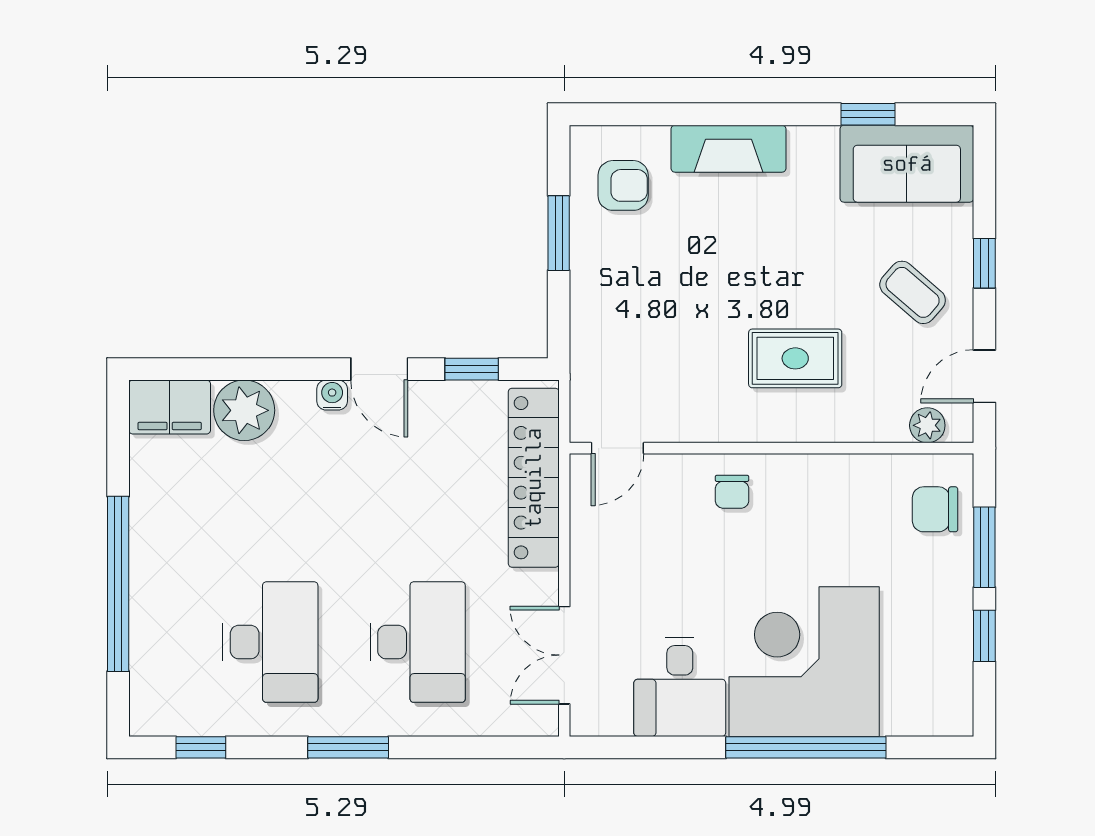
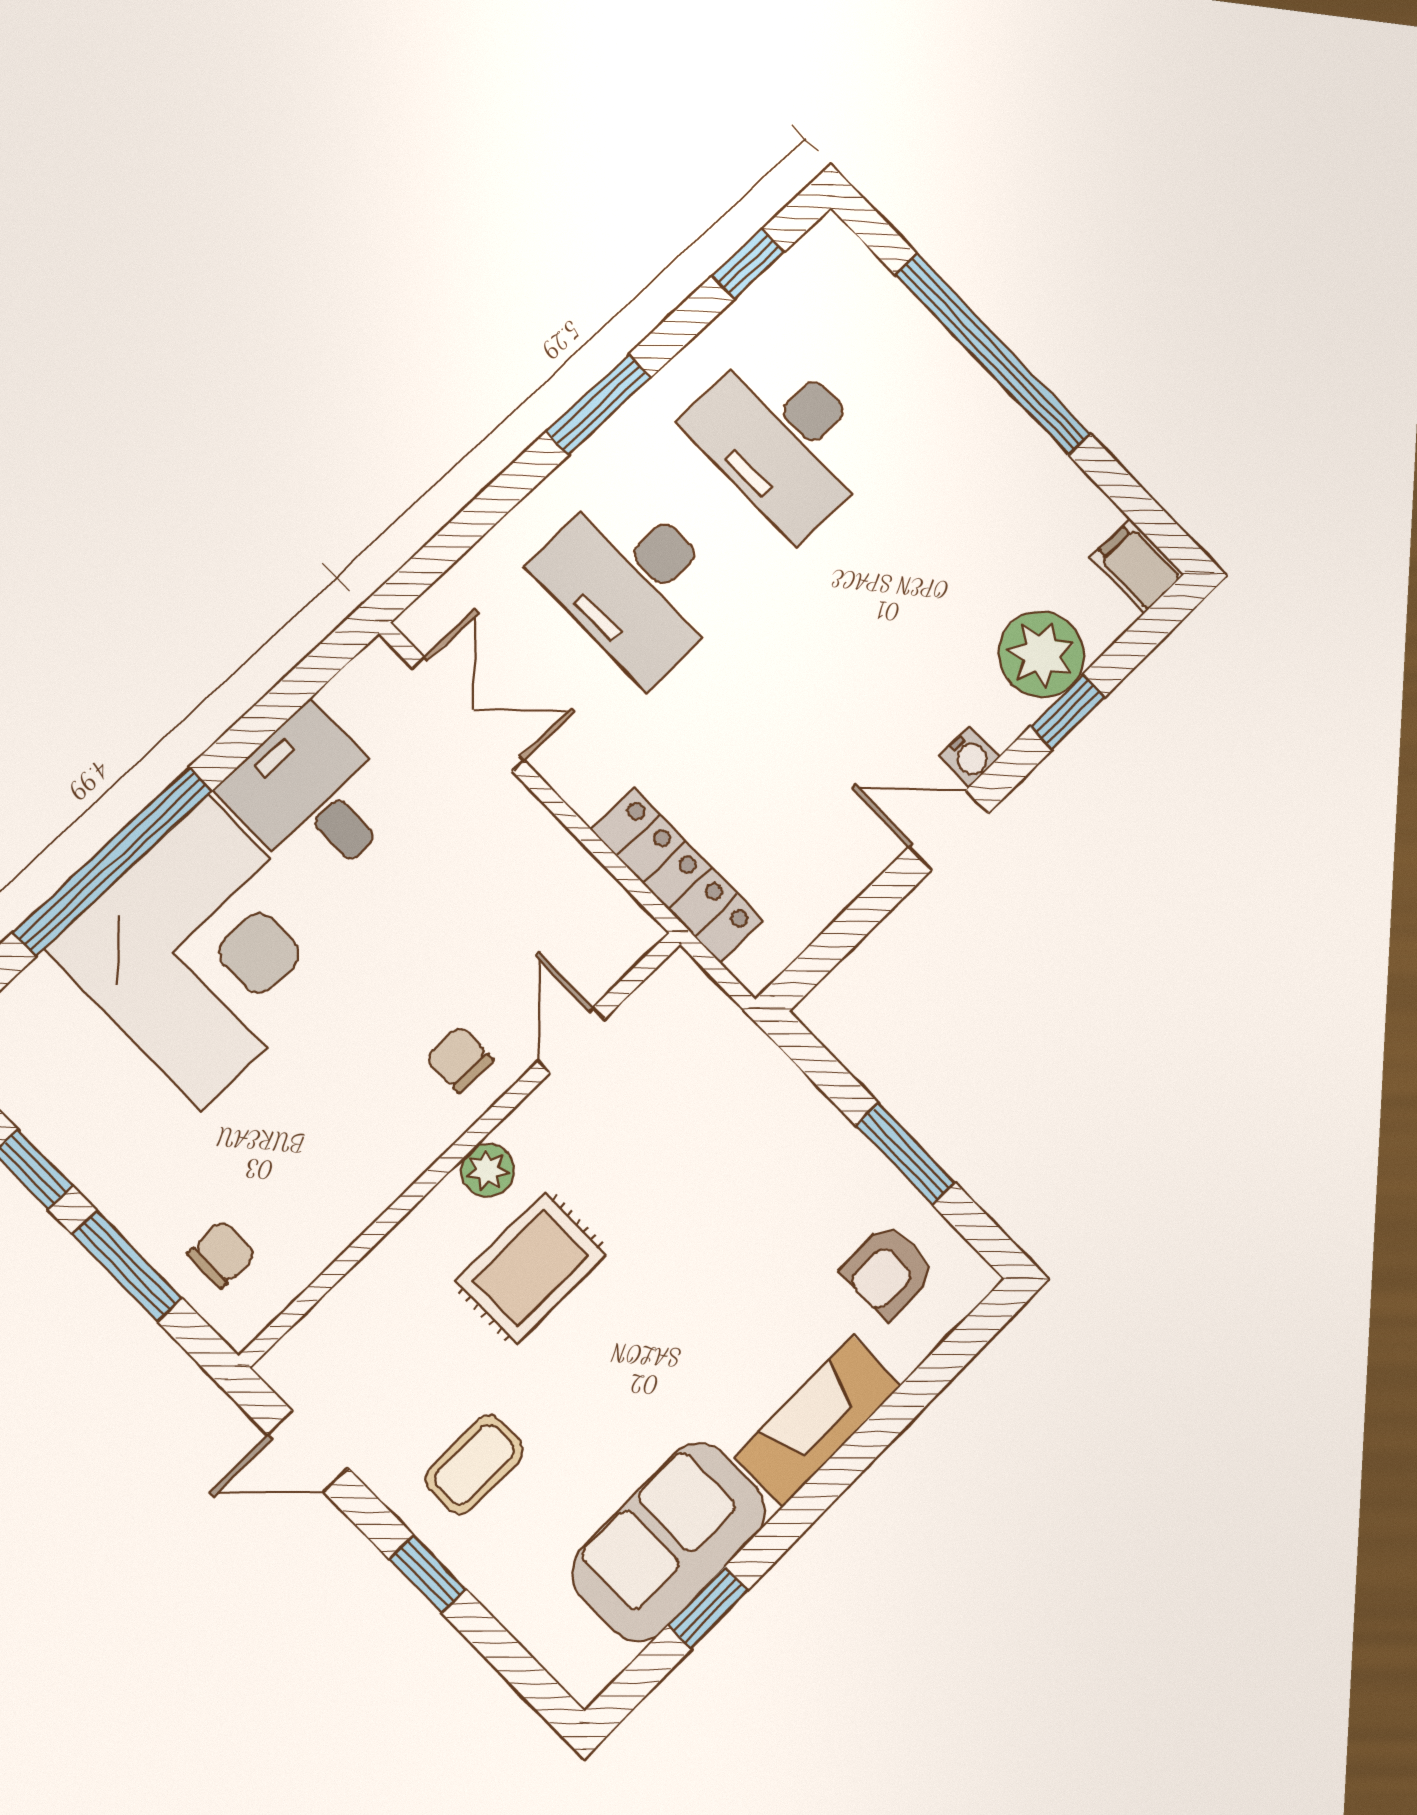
sofa: (907, 164) -> (669, 1542), moved
coffee table: (913, 292) -> (474, 1464), turned -41
window: (472, 369) -> (1068, 712), moved
door: (984, 376) -> (308, 1452), swing flipped
filing cabinet: (170, 407) -> (1137, 566), width x0.50
plant: (927, 425) -> (488, 1170), moved
door: (617, 448) -> (571, 1040), moved
locker: (534, 478) -> (677, 875), width x0.71, depth x0.83
chair: (935, 509) -> (222, 1254), width x0.73, depth x0.73

